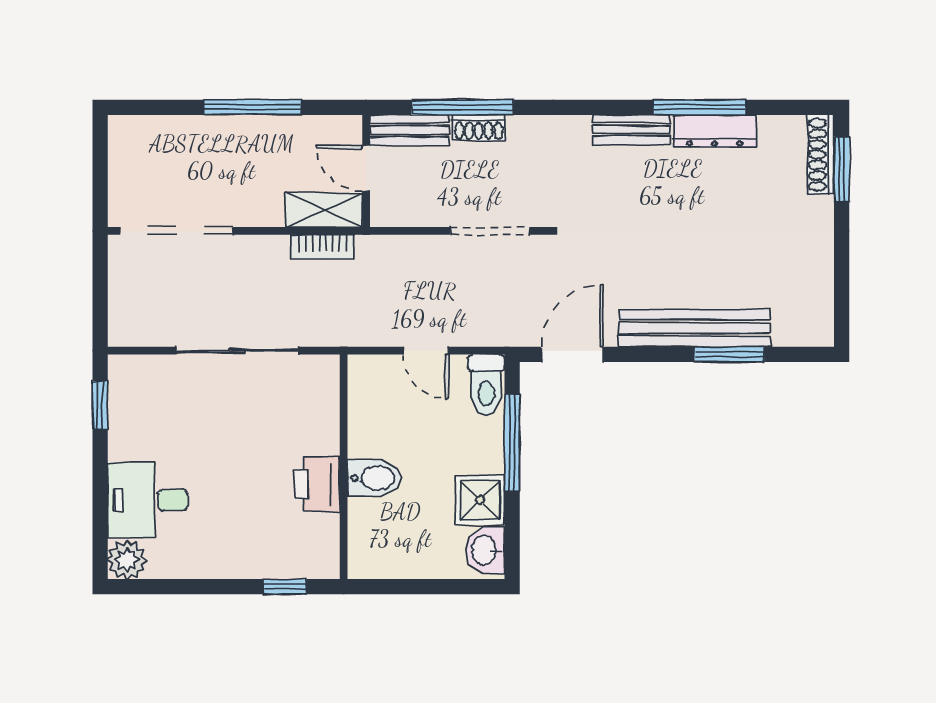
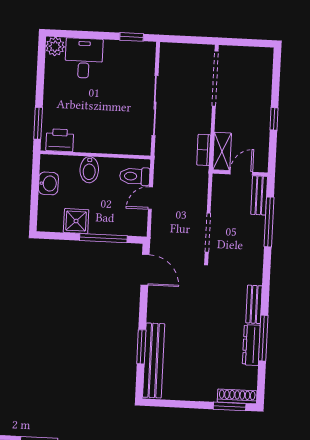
window: (253, 107) -> (274, 119), width x0.46
shoe rack: (479, 128) -> (259, 229), removed
bench: (695, 328) -> (154, 360), moved
toilet: (486, 385) -> (135, 176), moved
printer: (317, 484) -> (60, 140), moved
washbasin: (485, 550) -> (48, 183), moved, turned 90
window: (285, 587) -> (38, 123), width x1.50

